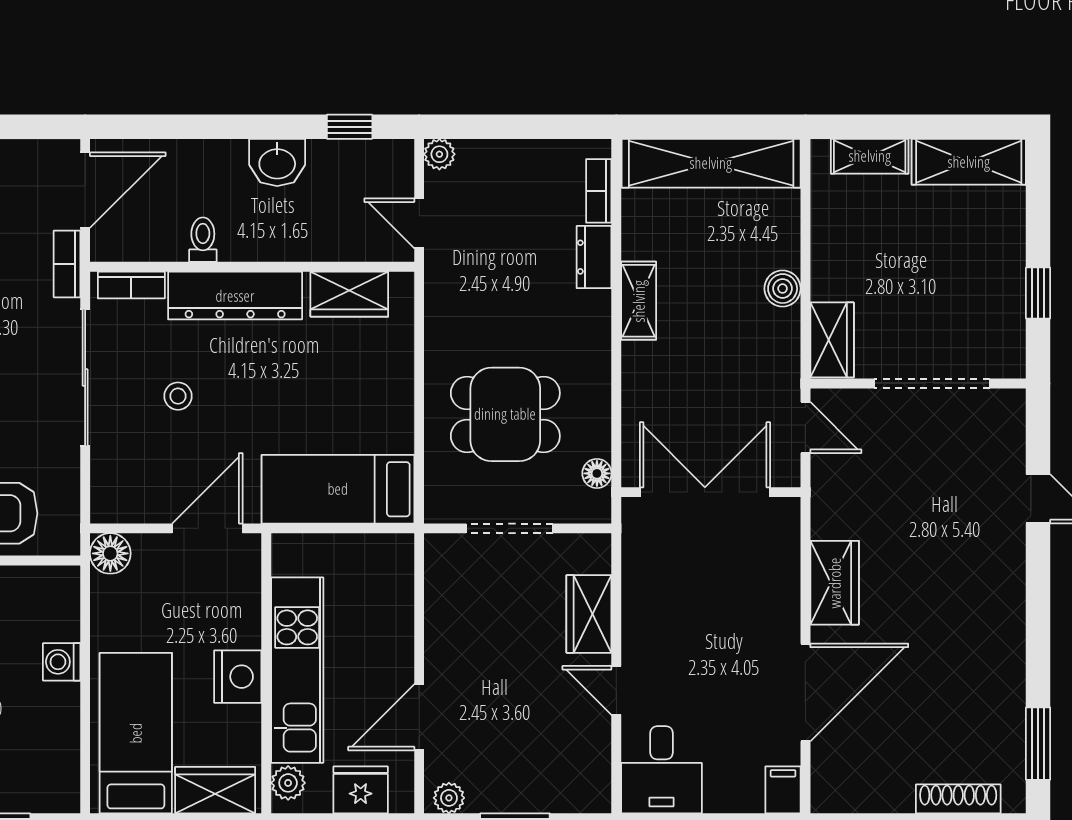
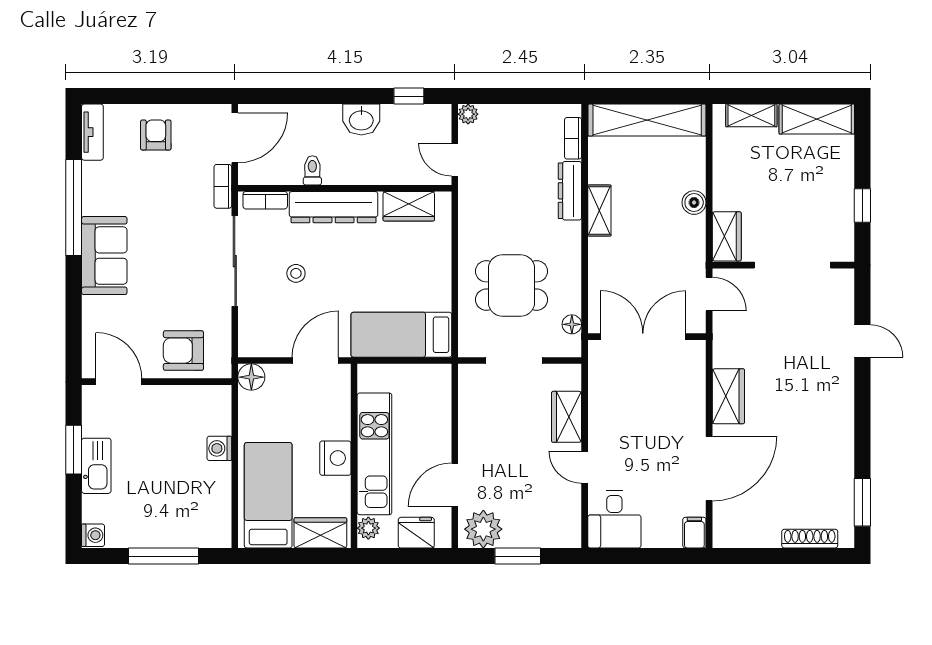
dresser: (594, 257) -> (570, 191), width x1.44
plant: (449, 798) -> (483, 529), width x1.88, depth x1.88

